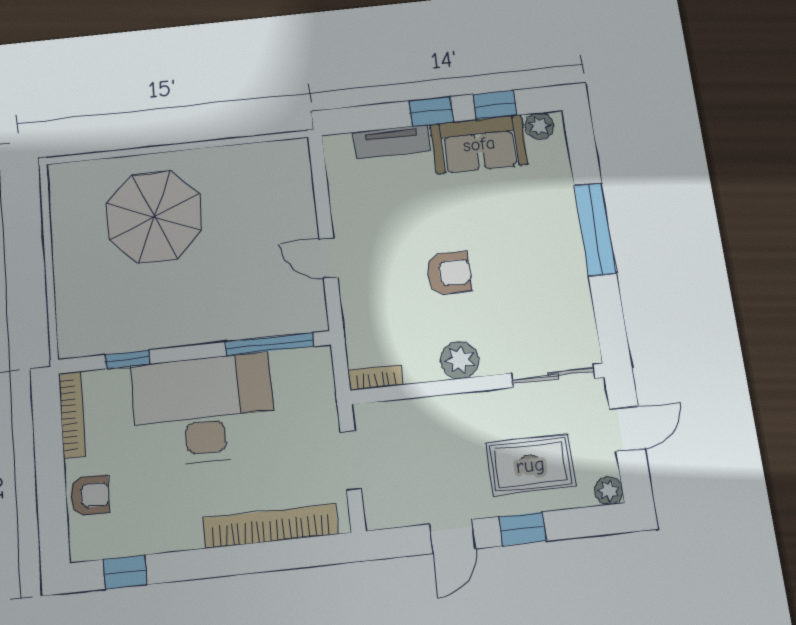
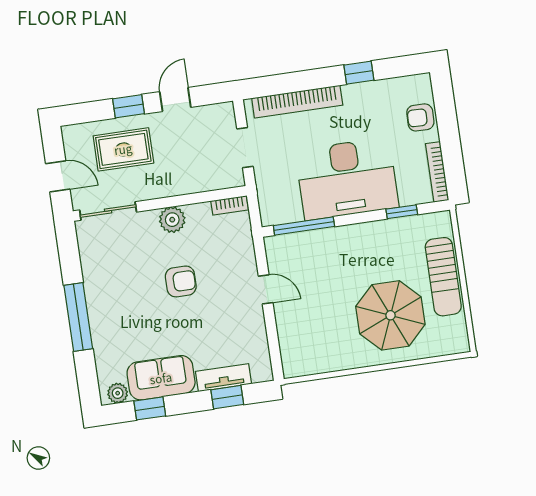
window: (431, 111) -> (227, 397), moved
sun lounger: (76, 267) -> (443, 277), added
armchair: (449, 273) -> (181, 281), turned 180
door: (627, 429) -> (58, 176), swing flipped
plant: (609, 491) -> (71, 134), removed
window: (125, 572) -> (359, 73), moved

